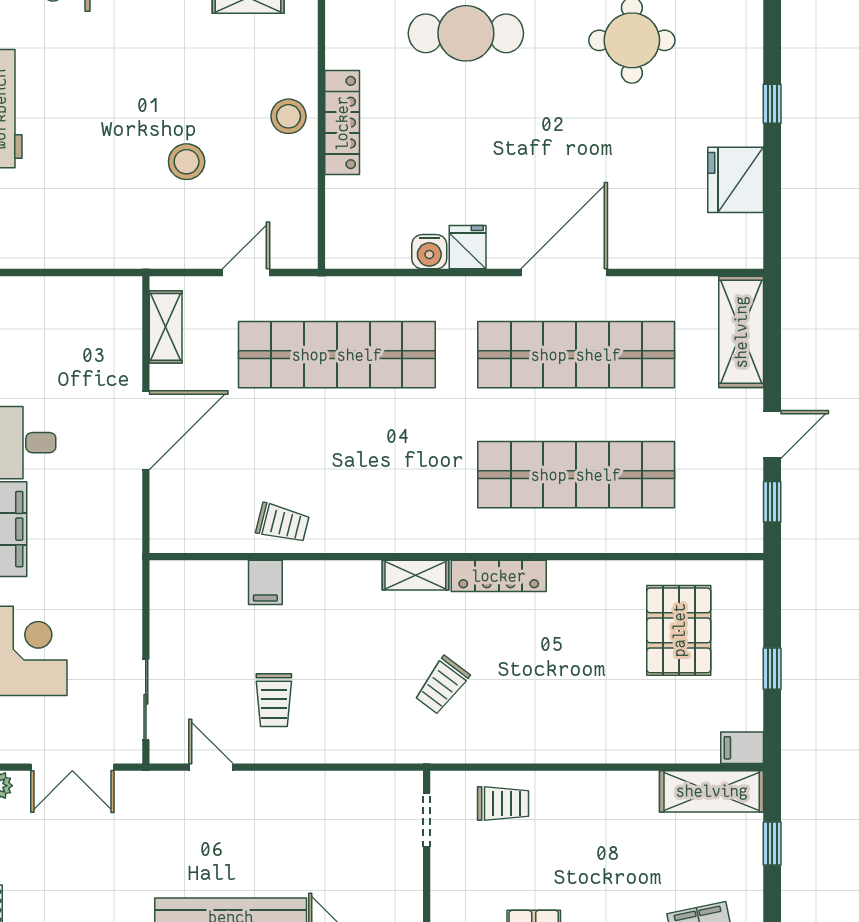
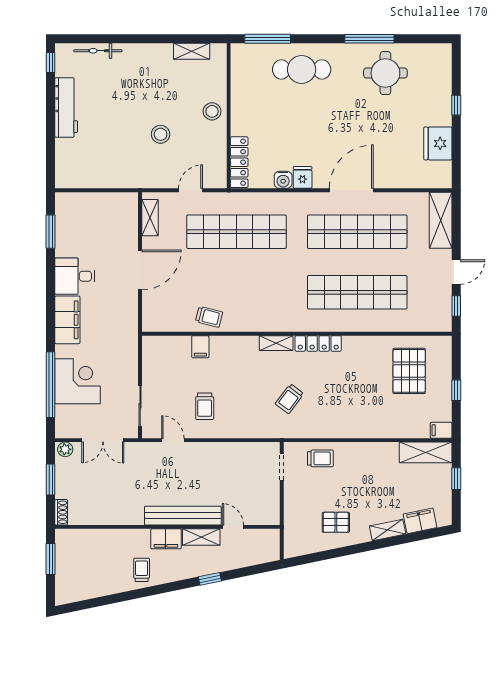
locker: (342, 123) -> (239, 162), moved

